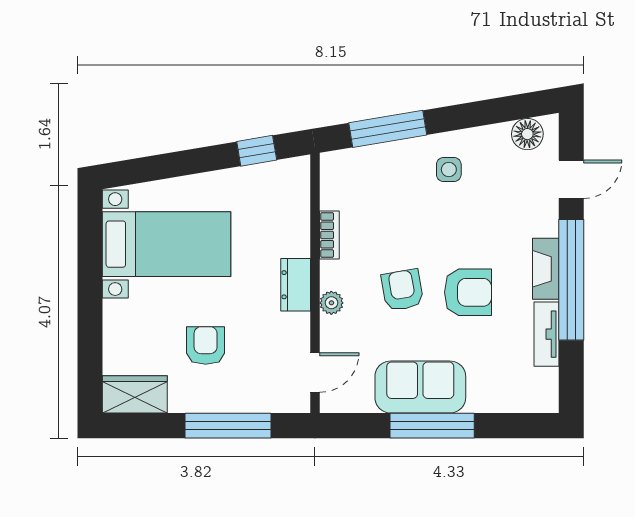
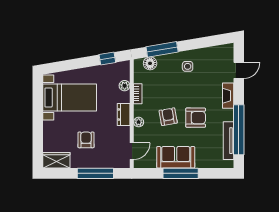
floor lamp: (527, 134) -> (150, 63), moved
plant: (298, 216) -> (125, 86), added
fireplace: (546, 269) -> (228, 96), moved
window: (571, 280) -> (239, 130), moved
tv unit: (547, 334) -> (228, 141), width x1.41

